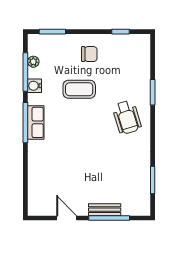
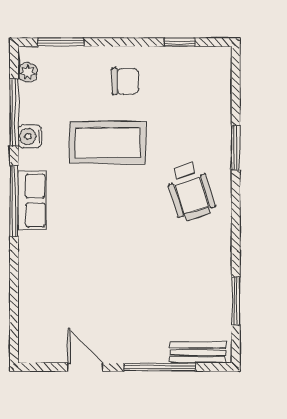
plant: (33, 62) -> (28, 72), moved
coffee table: (79, 89) -> (108, 143), width x1.36, depth x1.32
bench: (105, 210) -> (198, 352), moved

